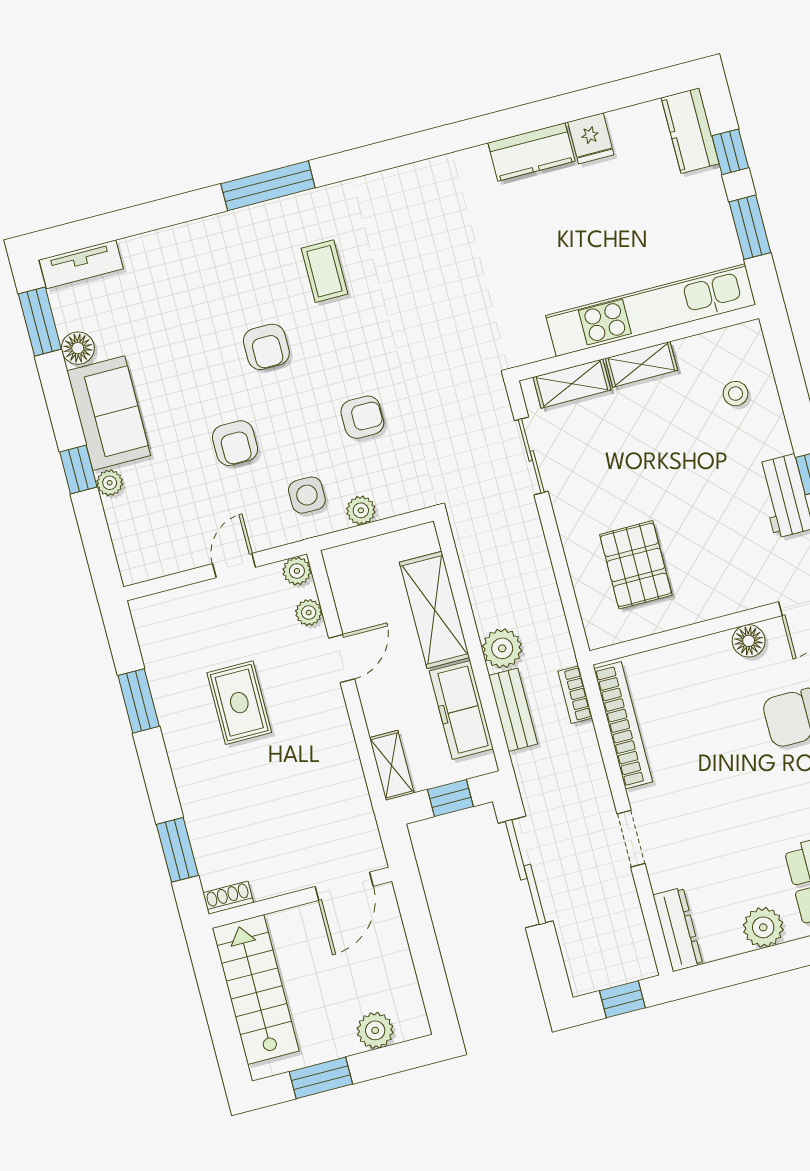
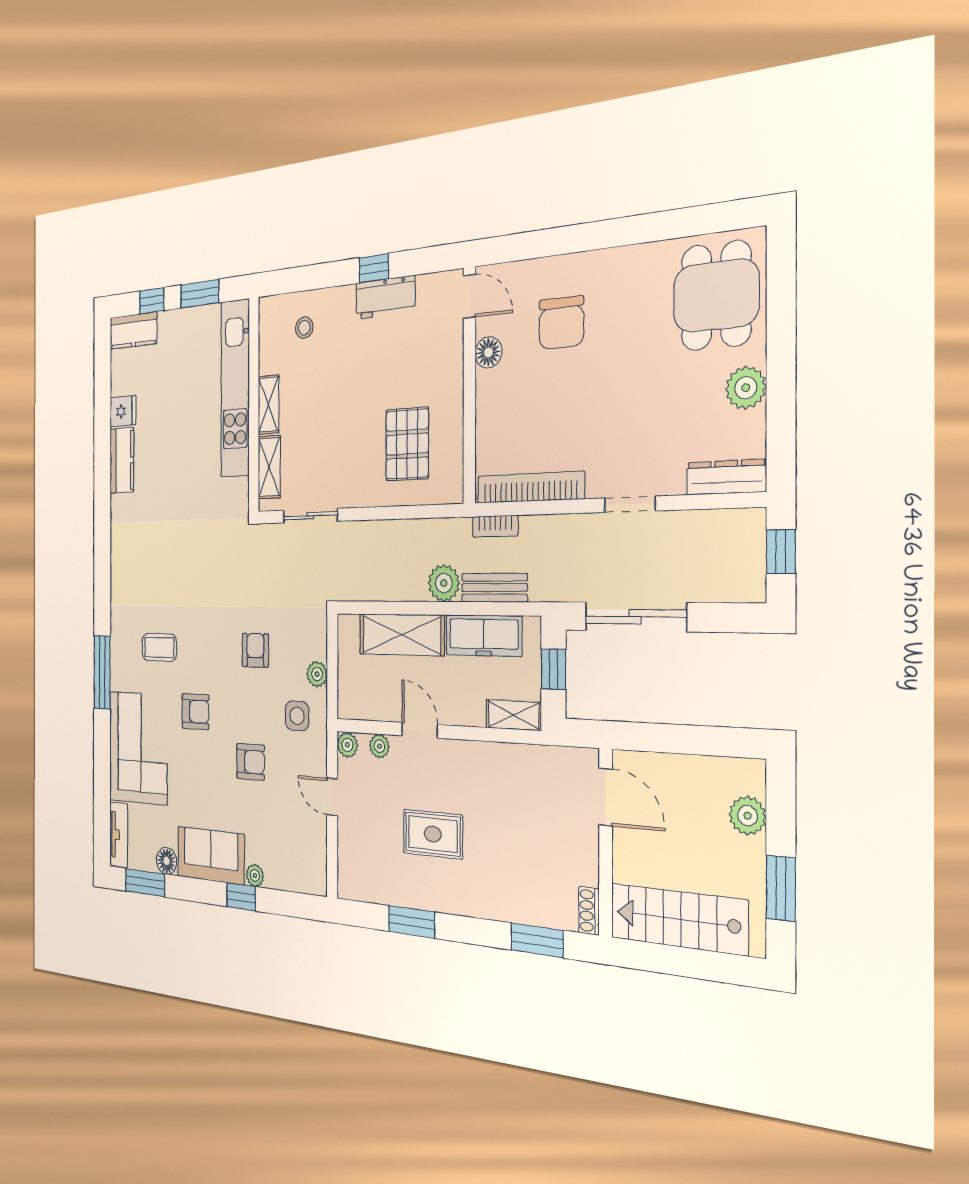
corner sofa: (196, 269) -> (138, 748), added
pallet: (636, 565) -> (407, 444), turned 90

